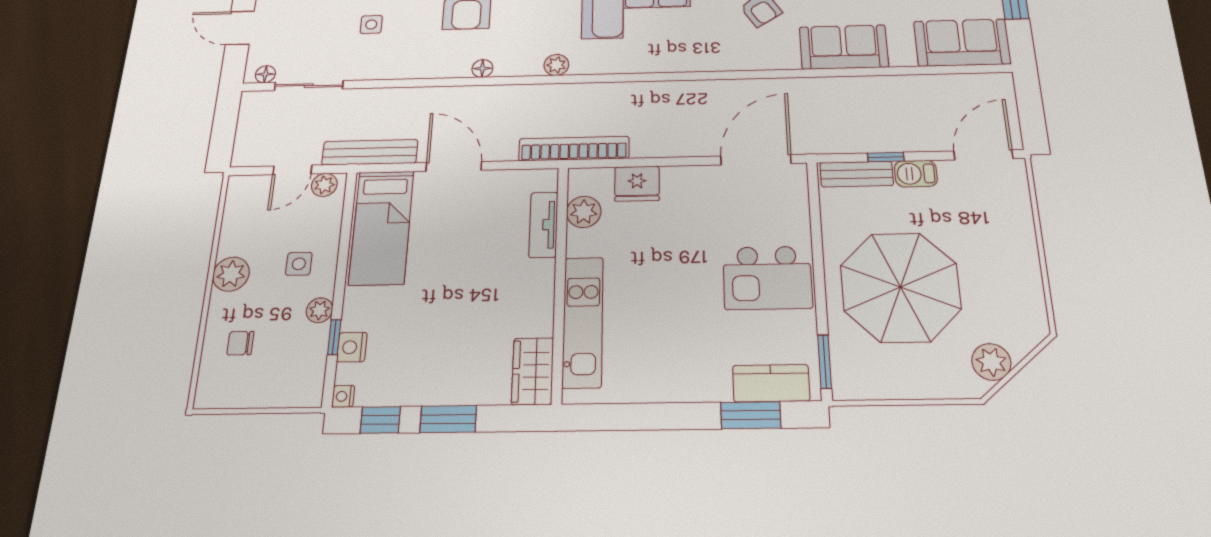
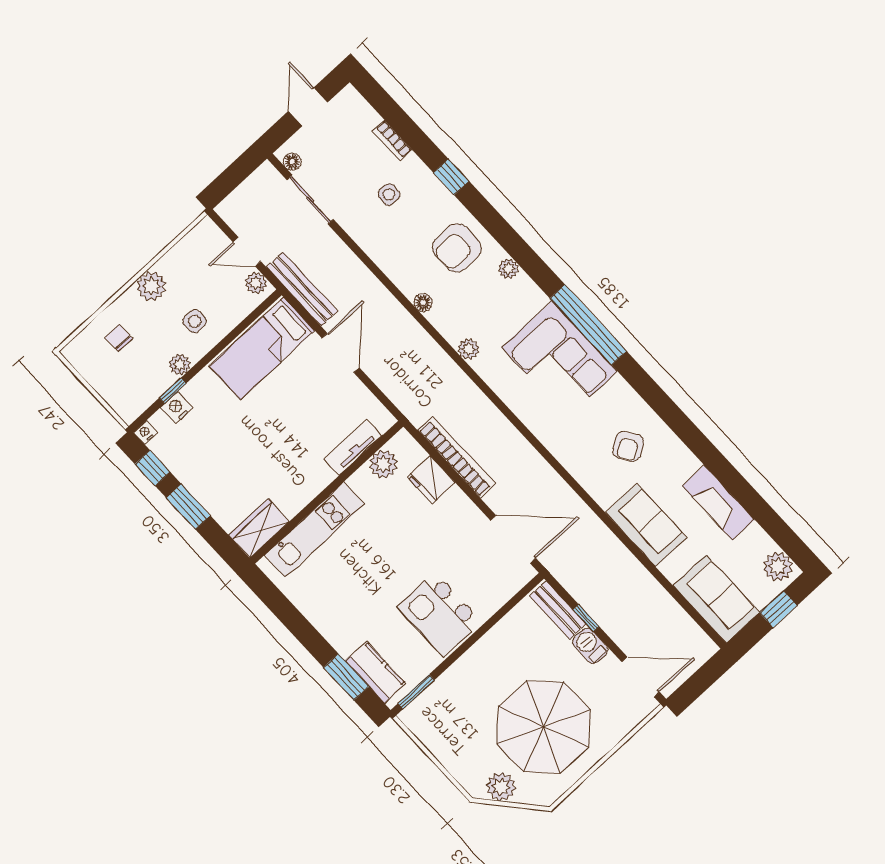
bookcase: (574, 149) -> (457, 457), moved
parasol: (900, 287) -> (544, 727), moved

